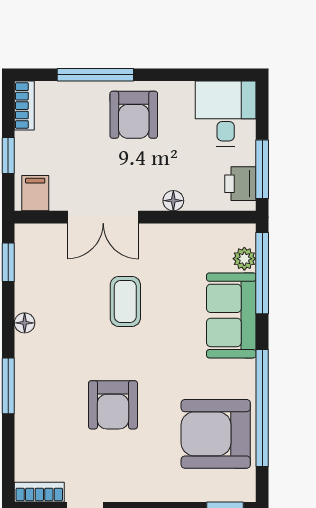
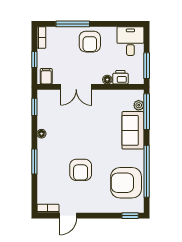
printer: (240, 184) -> (120, 77), moved, turned 90
coffee table: (125, 301) -> (86, 124), removed

